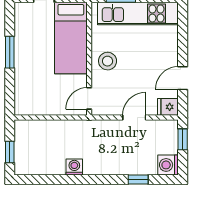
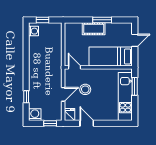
stool: (108, 61) -> (85, 89), moved
cot: (24, 66) -> (94, 29), added
door: (134, 118) -> (63, 94), hinge flipped
washing machine: (74, 167) -> (34, 31), moved

